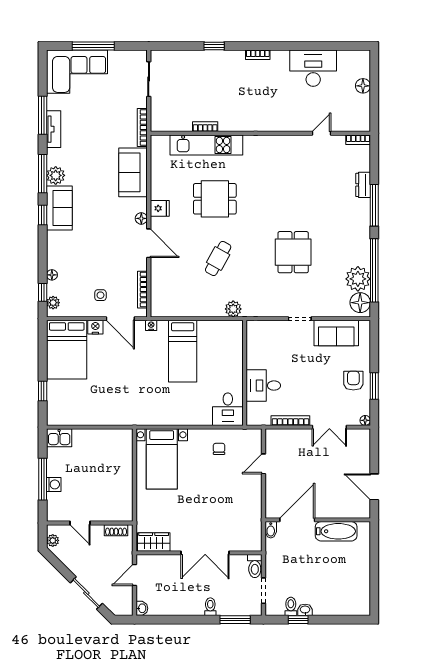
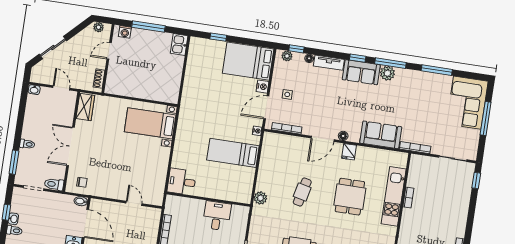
window: (214, 46) -> (476, 180), moved
tv unit: (54, 129) -> (329, 63), moved
cafe table: (218, 258) -> (302, 192), turned 74
desk: (263, 386) -> (217, 216), moved
chair: (219, 449) -> (82, 182), moved
washing machine: (54, 484) -> (125, 32), moved
toilet: (291, 606) -> (14, 230), moved

